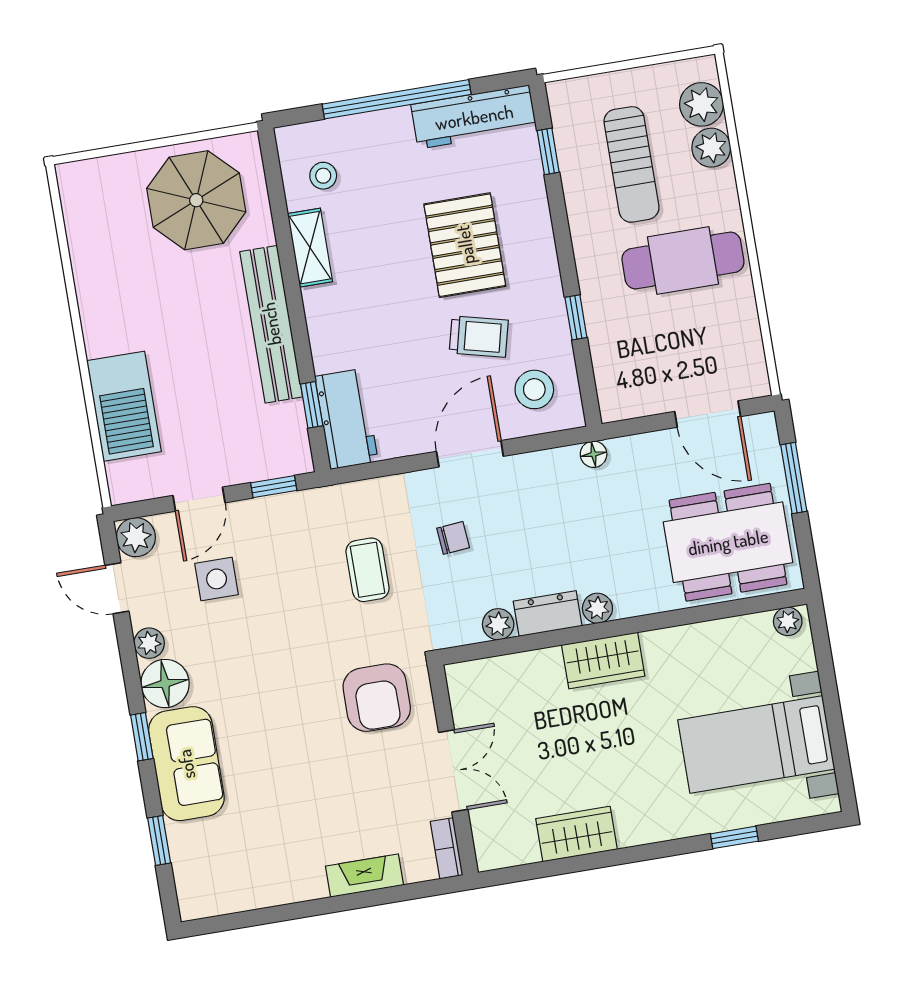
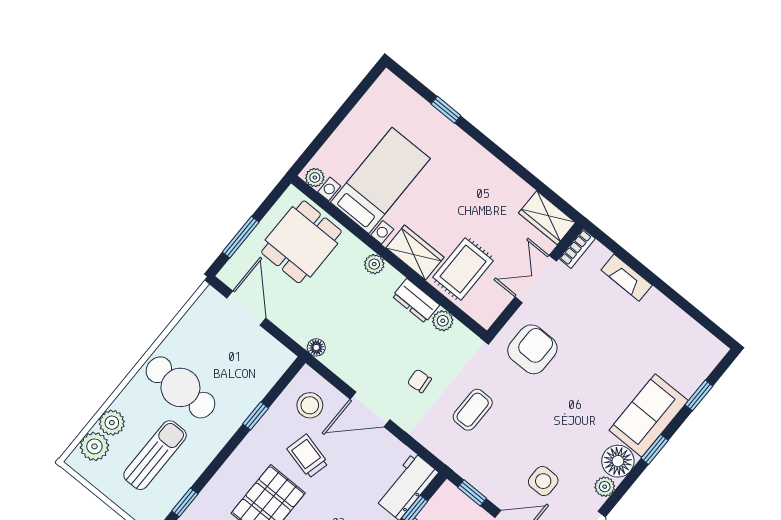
dining table: (728, 542) -> (301, 242), width x0.73
plant: (597, 608) -> (374, 264), moved
rug: (537, 699) -> (463, 269), added
bed with nightstands: (756, 744) -> (380, 180), moved, turned -90
wardrobe: (576, 834) -> (547, 218), moved

